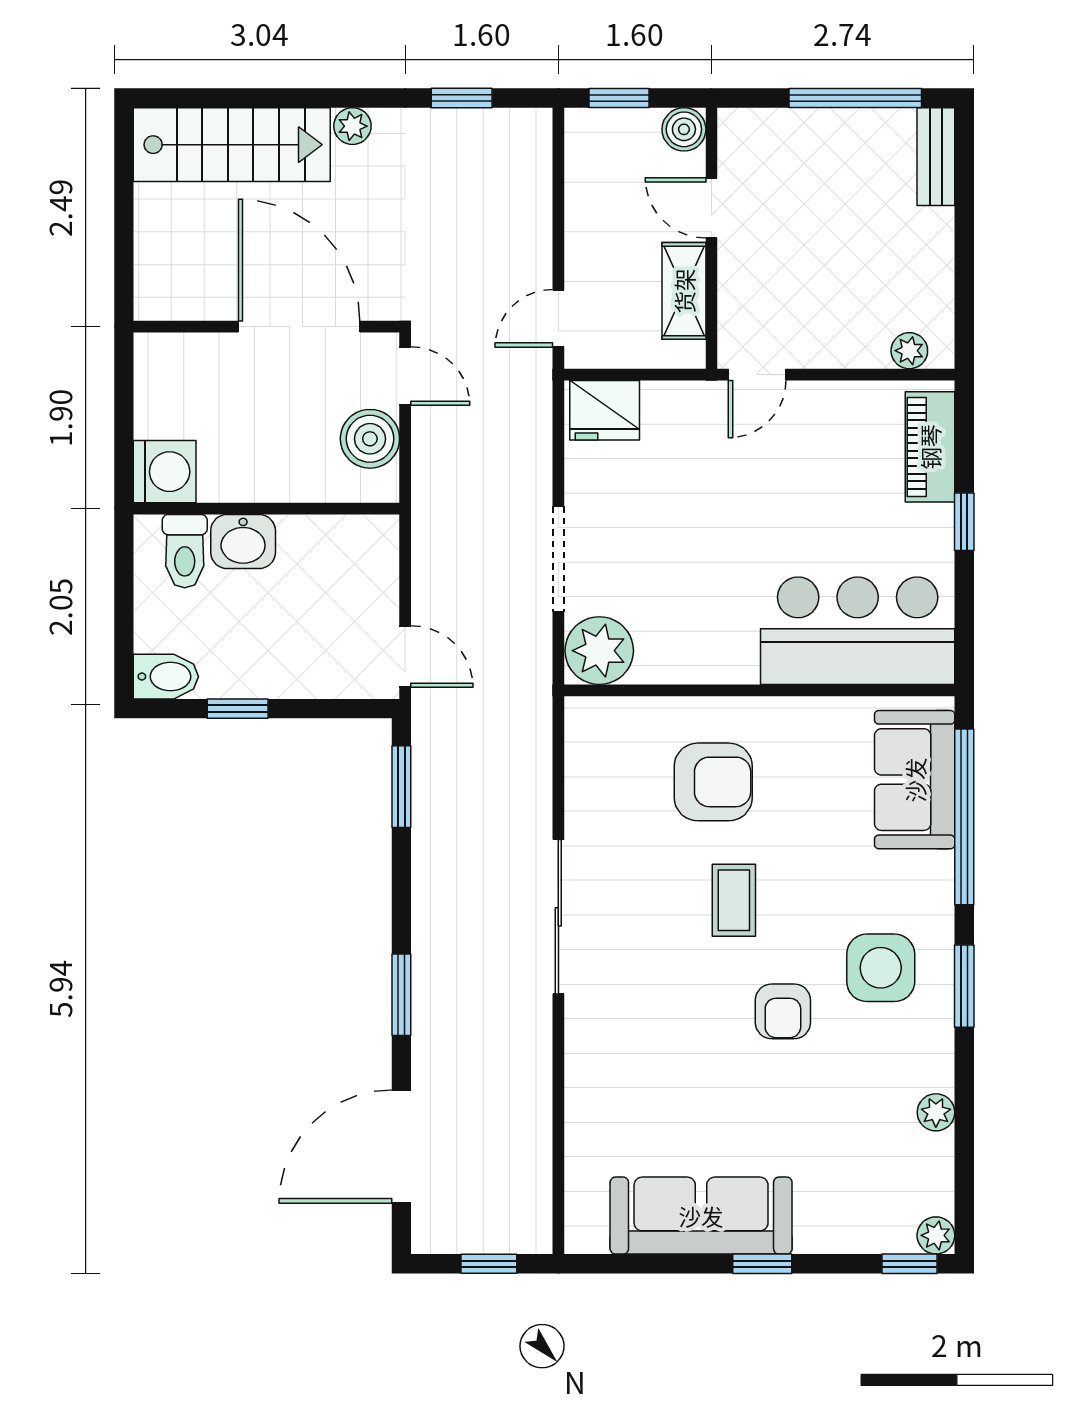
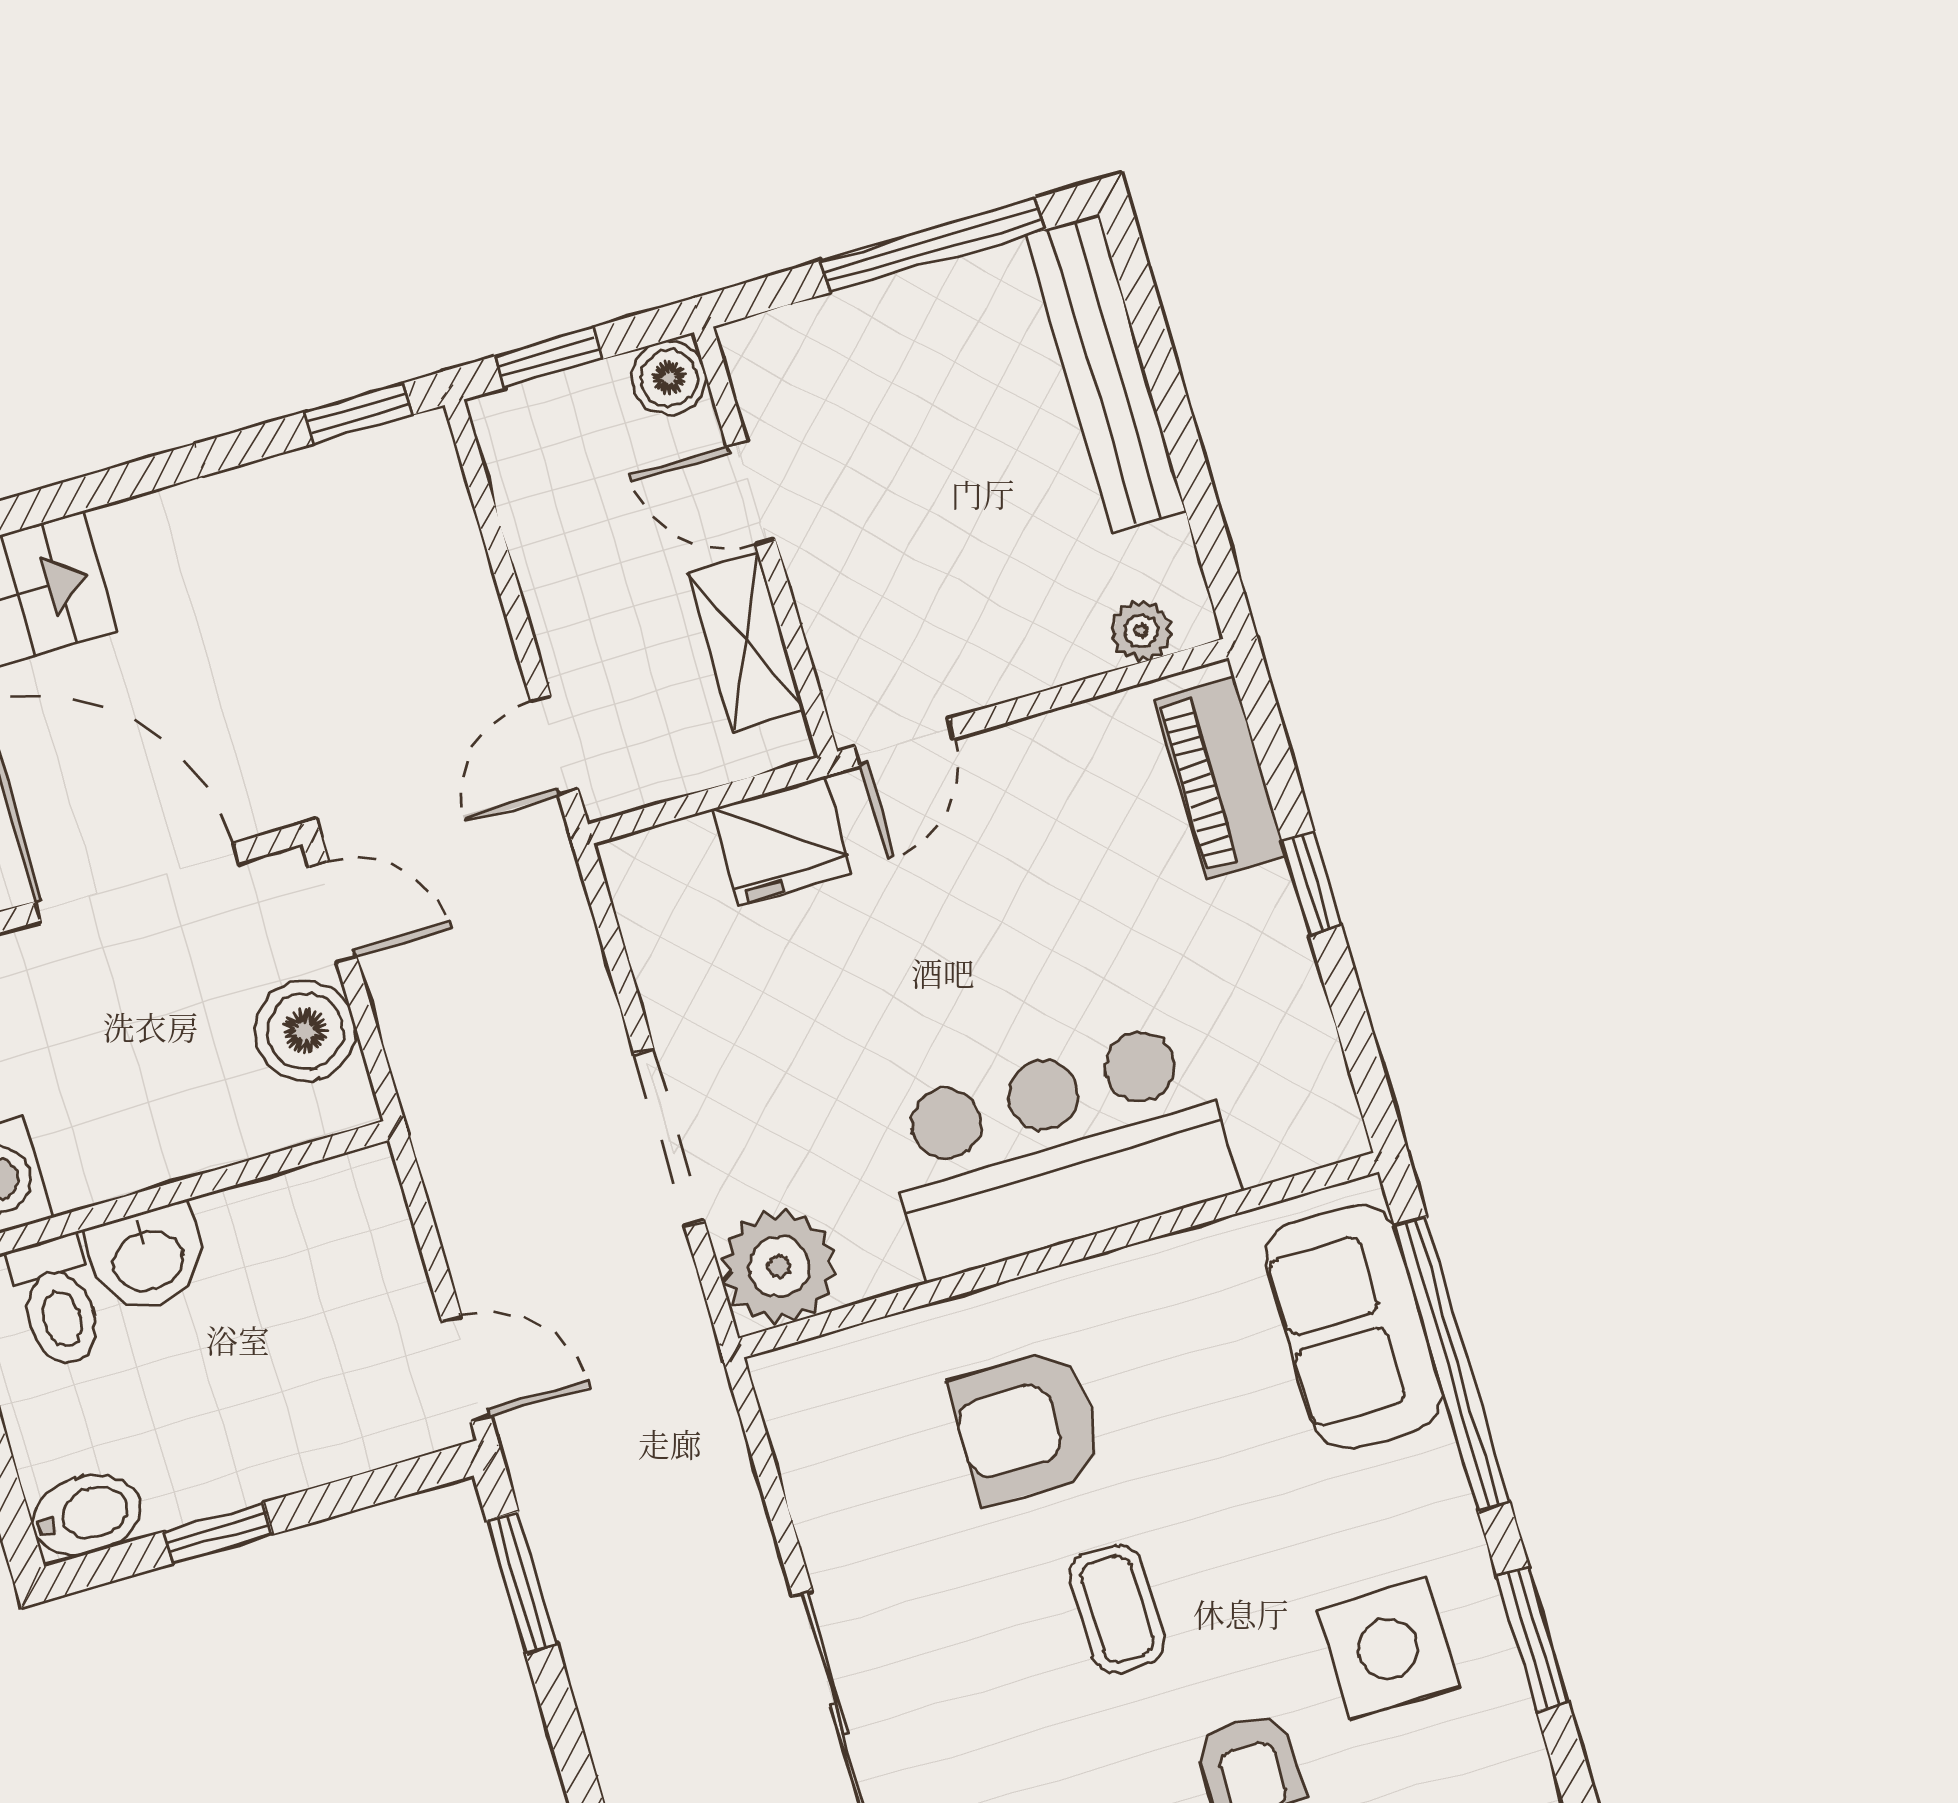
window: (462, 98) -> (359, 413), moved
plant: (352, 126) -> (128, 530), removed
bench: (936, 157) -> (1105, 373), width x1.86, depth x1.21
fridge: (605, 410) -> (782, 841), moved
bar counter: (858, 631) -> (1059, 1150), moved
armchair: (713, 782) -> (1027, 1426), turned 180

